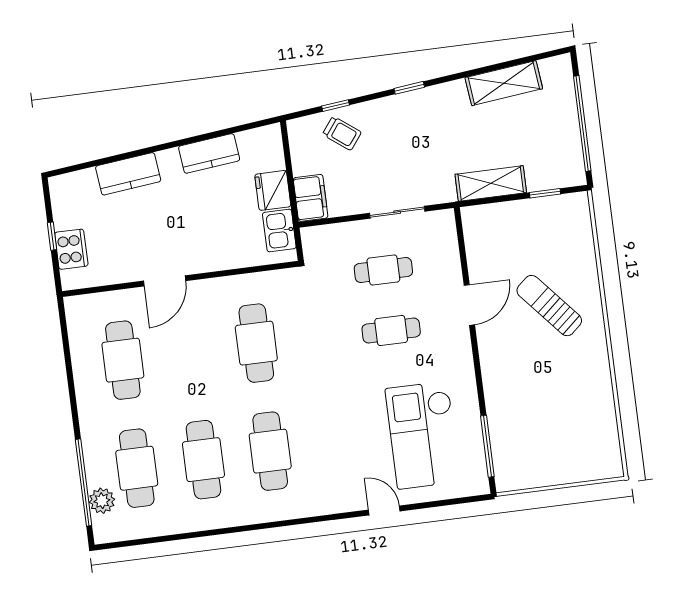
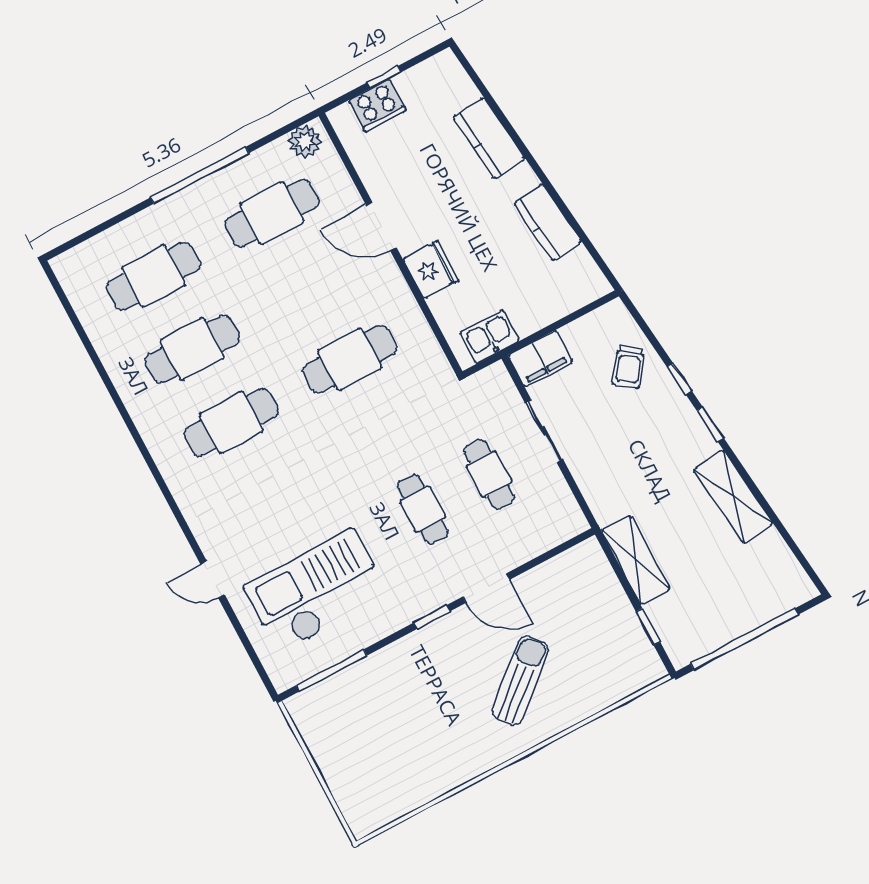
shelving: (504, 83) -> (733, 497), moved
window: (336, 106) -> (679, 379), moved
fridge: (273, 190) -> (431, 270), moved, turned 90
sliding door: (397, 212) -> (544, 431), moved
window: (476, 354) -> (432, 617), added
window: (84, 482) -> (200, 175), moved
plant: (102, 501) -> (305, 141), moved
door: (384, 510) -> (213, 580), swing flipped

